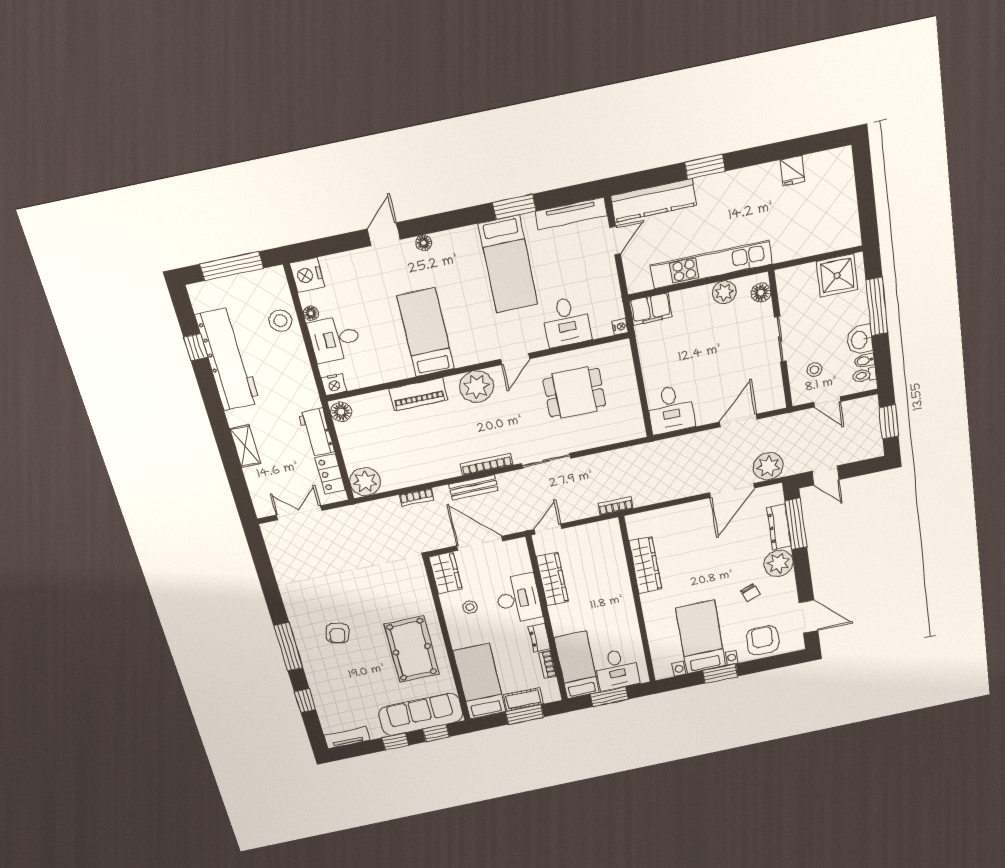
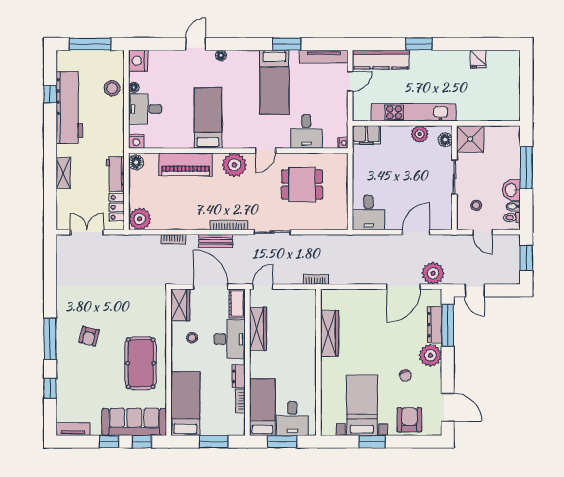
shower: (837, 276) -> (470, 139), moved
piano: (418, 394) -> (185, 164), width x1.37, depth x1.33
cot: (523, 699) -> (237, 304), moved, turned 90

